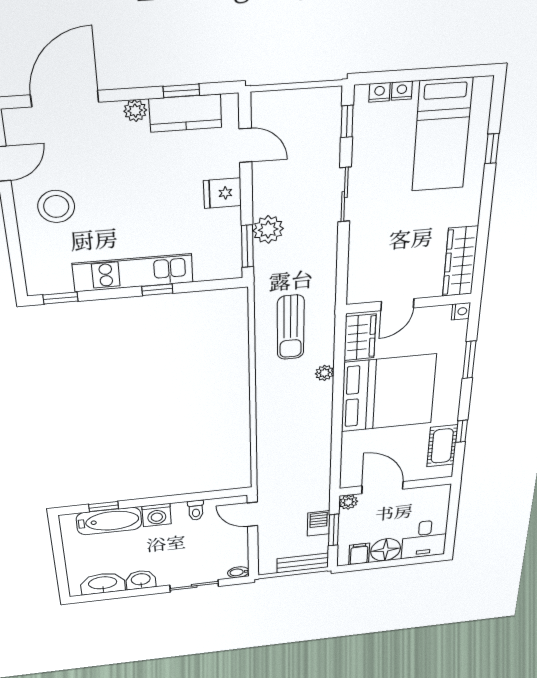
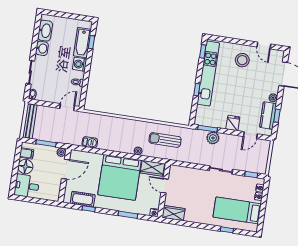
wardrobe: (460, 261) -> (174, 213), width x0.67
kitchen unit: (133, 273) -> (208, 74), width x1.36
barbecue: (319, 523) -> (90, 142), moved
bench: (303, 563) -> (30, 121), width x1.36

